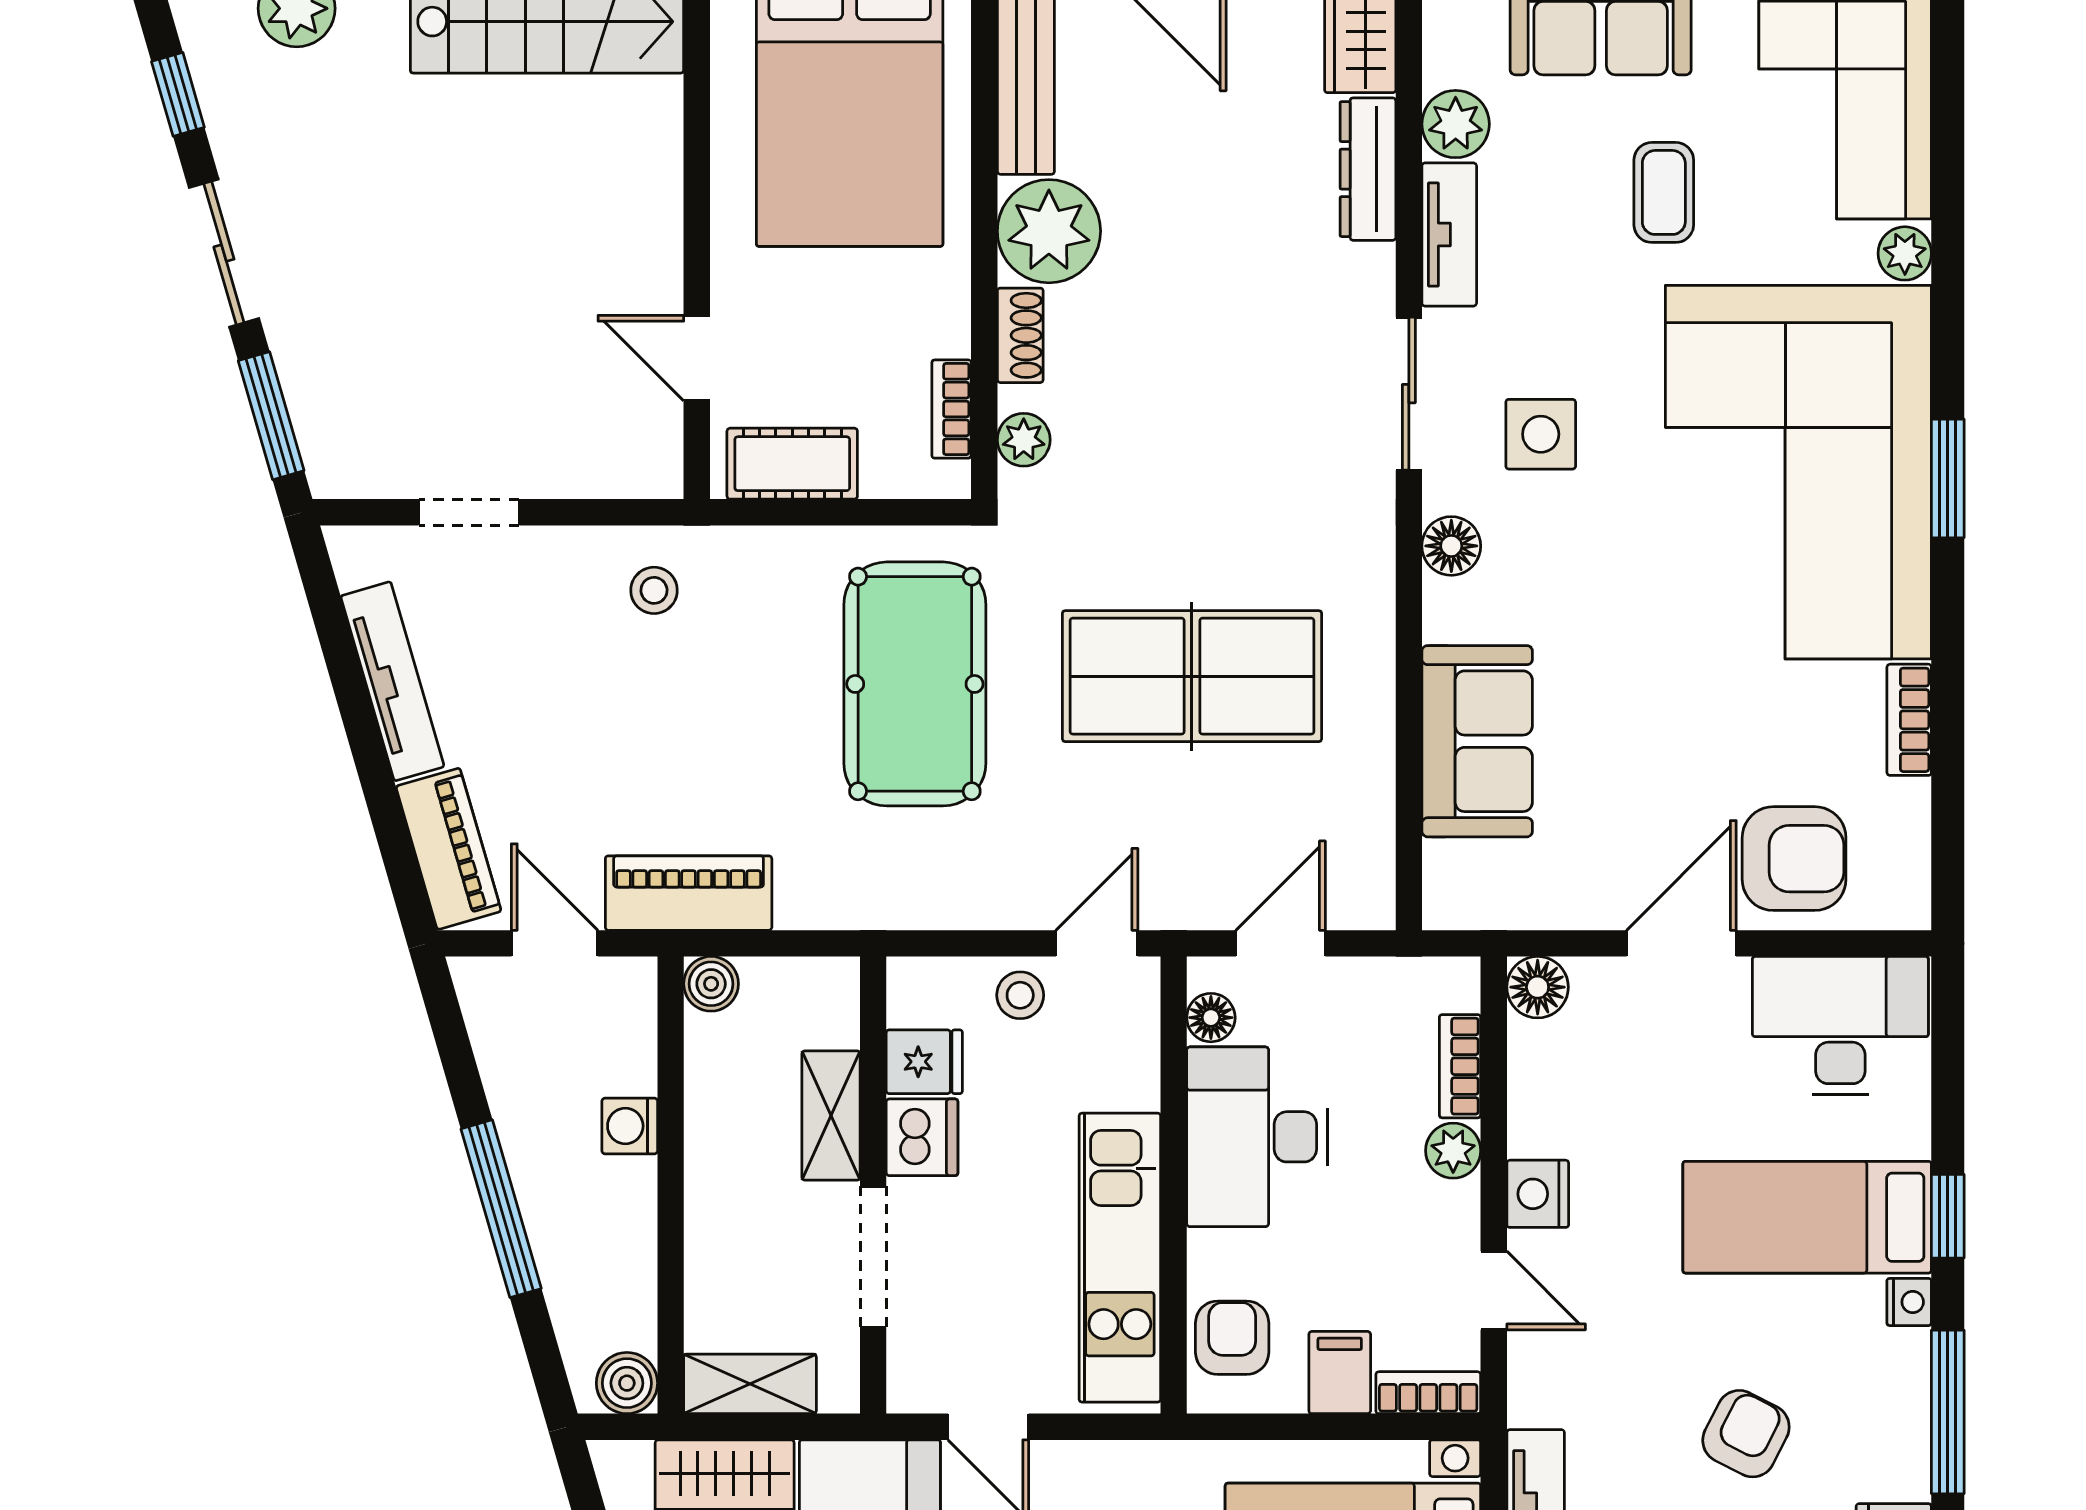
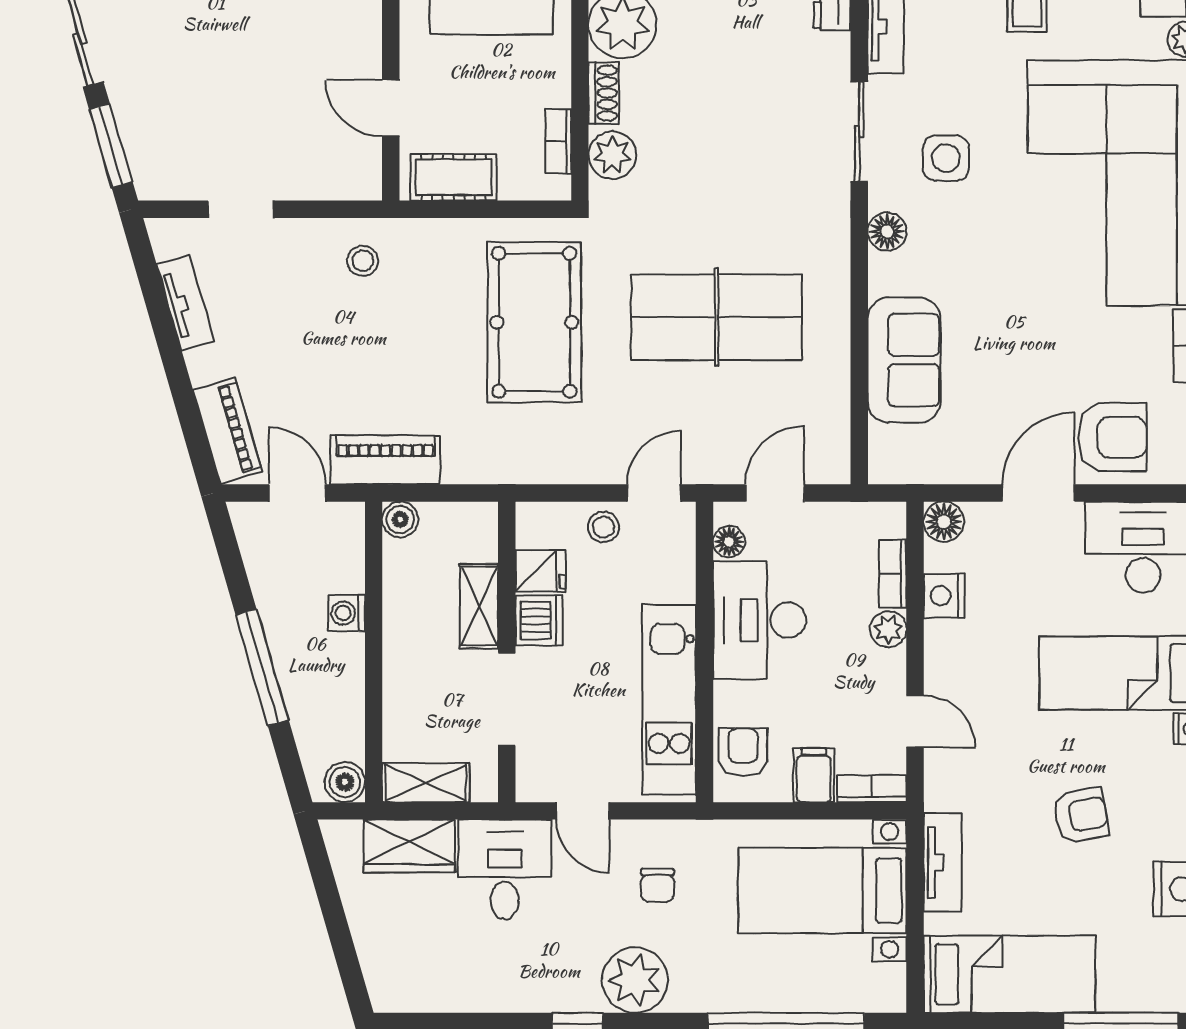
plant: (1024, 440) -> (612, 155), width x1.38, depth x1.38
tv unit: (392, 681) -> (185, 303), width x0.71
nightstand: (1538, 1194) -> (944, 596), moved
armchair: (1746, 1434) -> (1081, 815), turned 52

